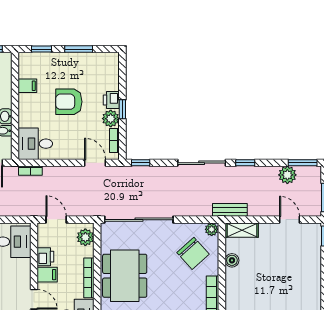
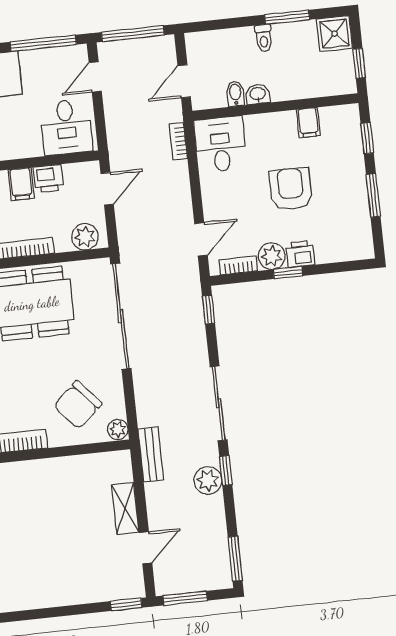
plant: (287, 175) -> (208, 480), moved
shelving: (242, 230) -> (125, 508), moved
boiler: (232, 260) -> (73, 466), removed

